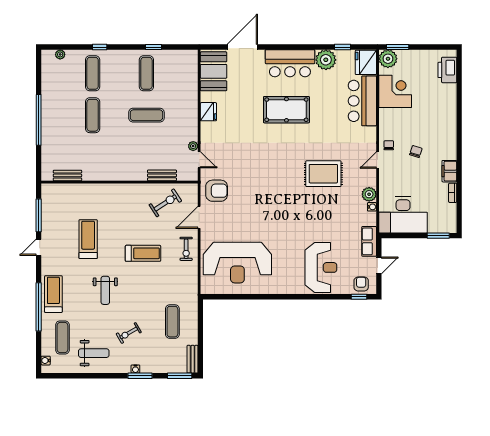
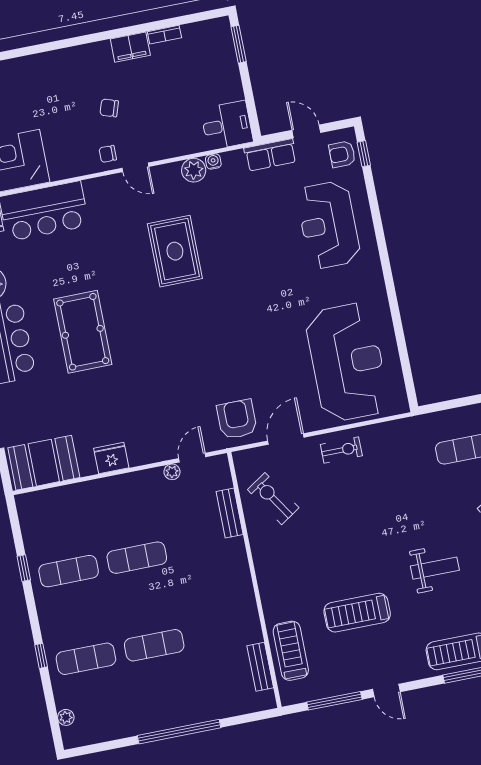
exercise mat: (146, 115) -> (137, 558), turned 90
desk: (403, 215) -> (227, 125), width x0.53, depth x0.77
door: (199, 217) -> (286, 439), swing flipped
treadmill: (143, 253) -> (291, 651), moved
reception desk: (321, 267) -> (328, 225), turned -90

